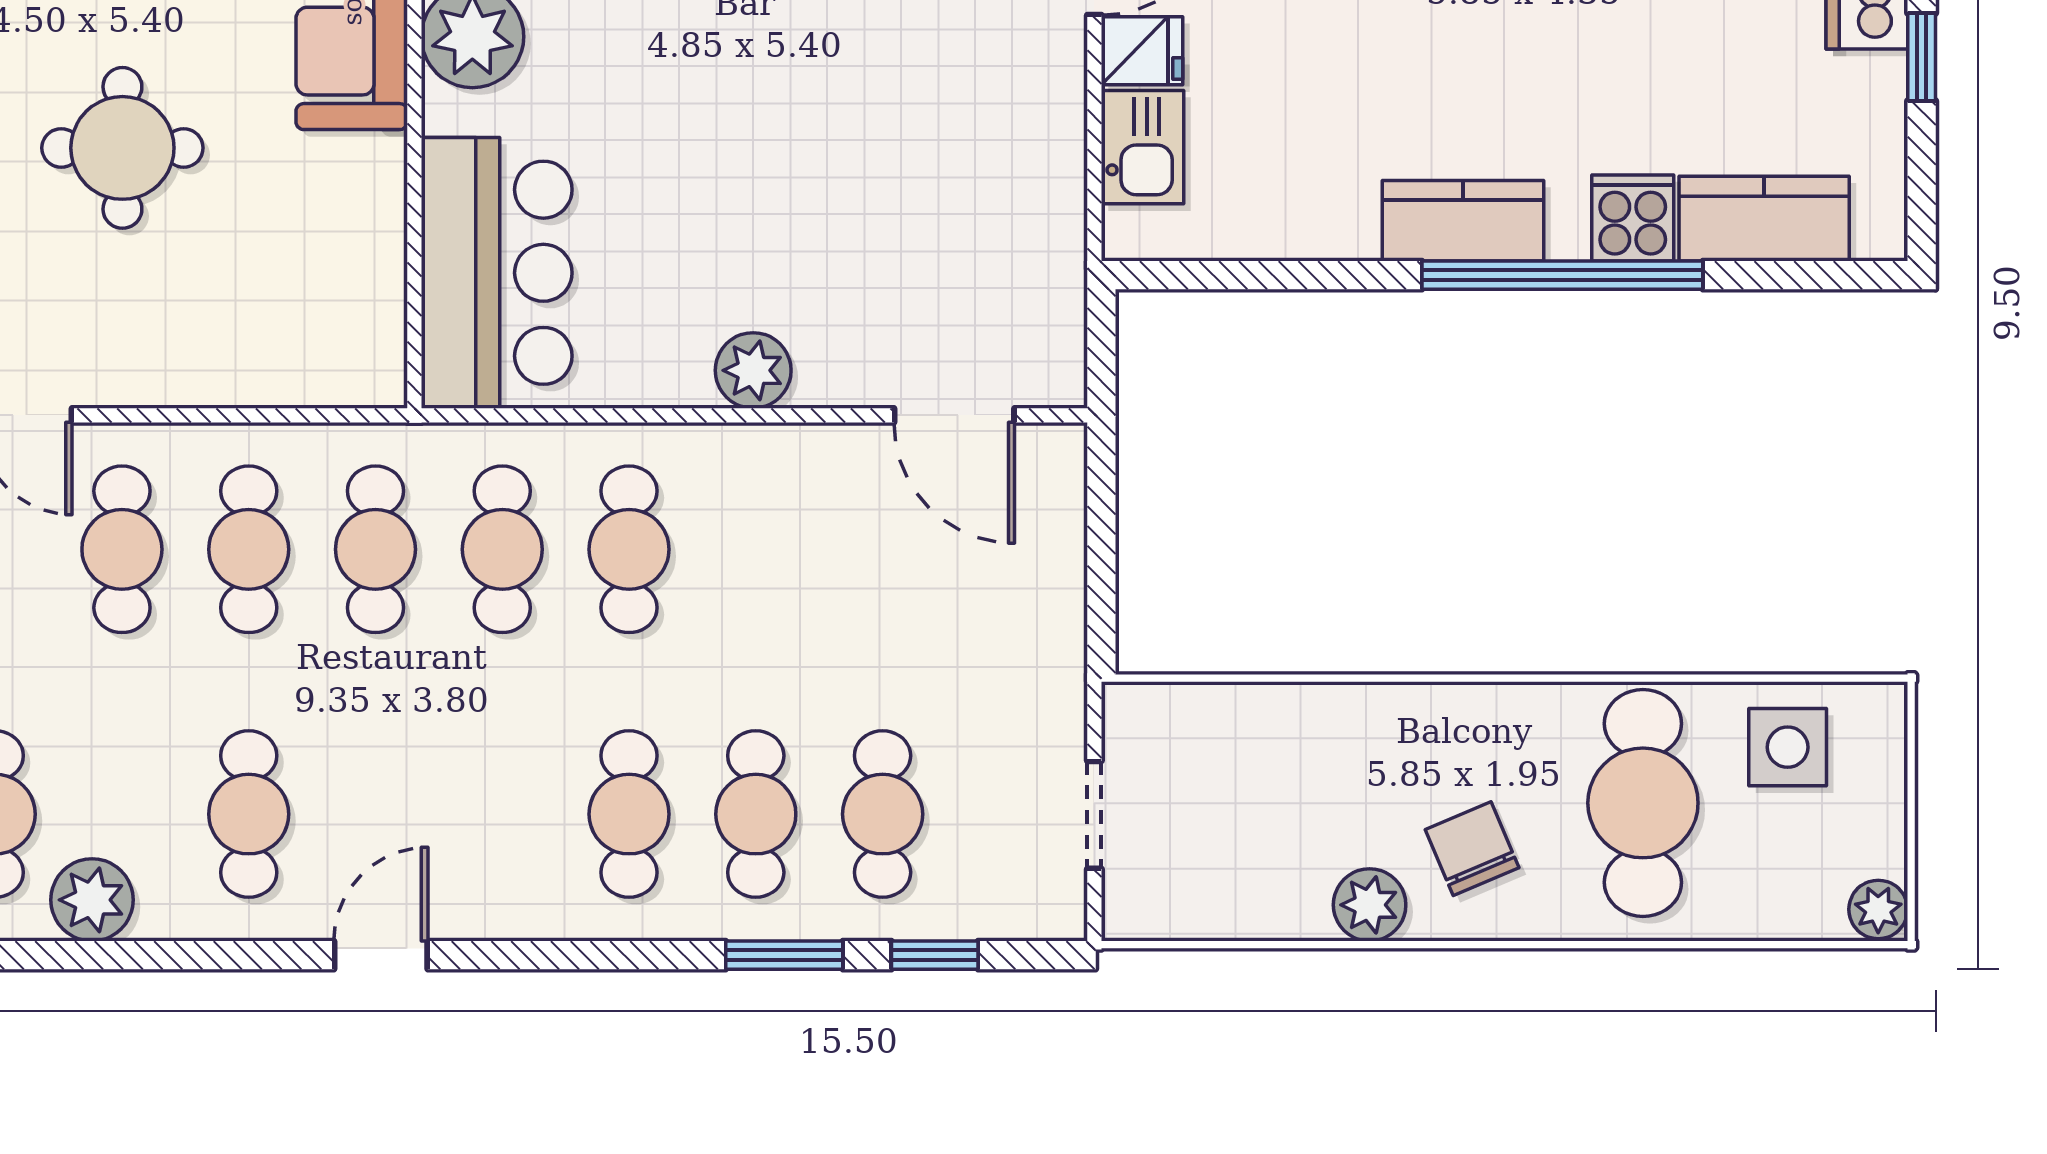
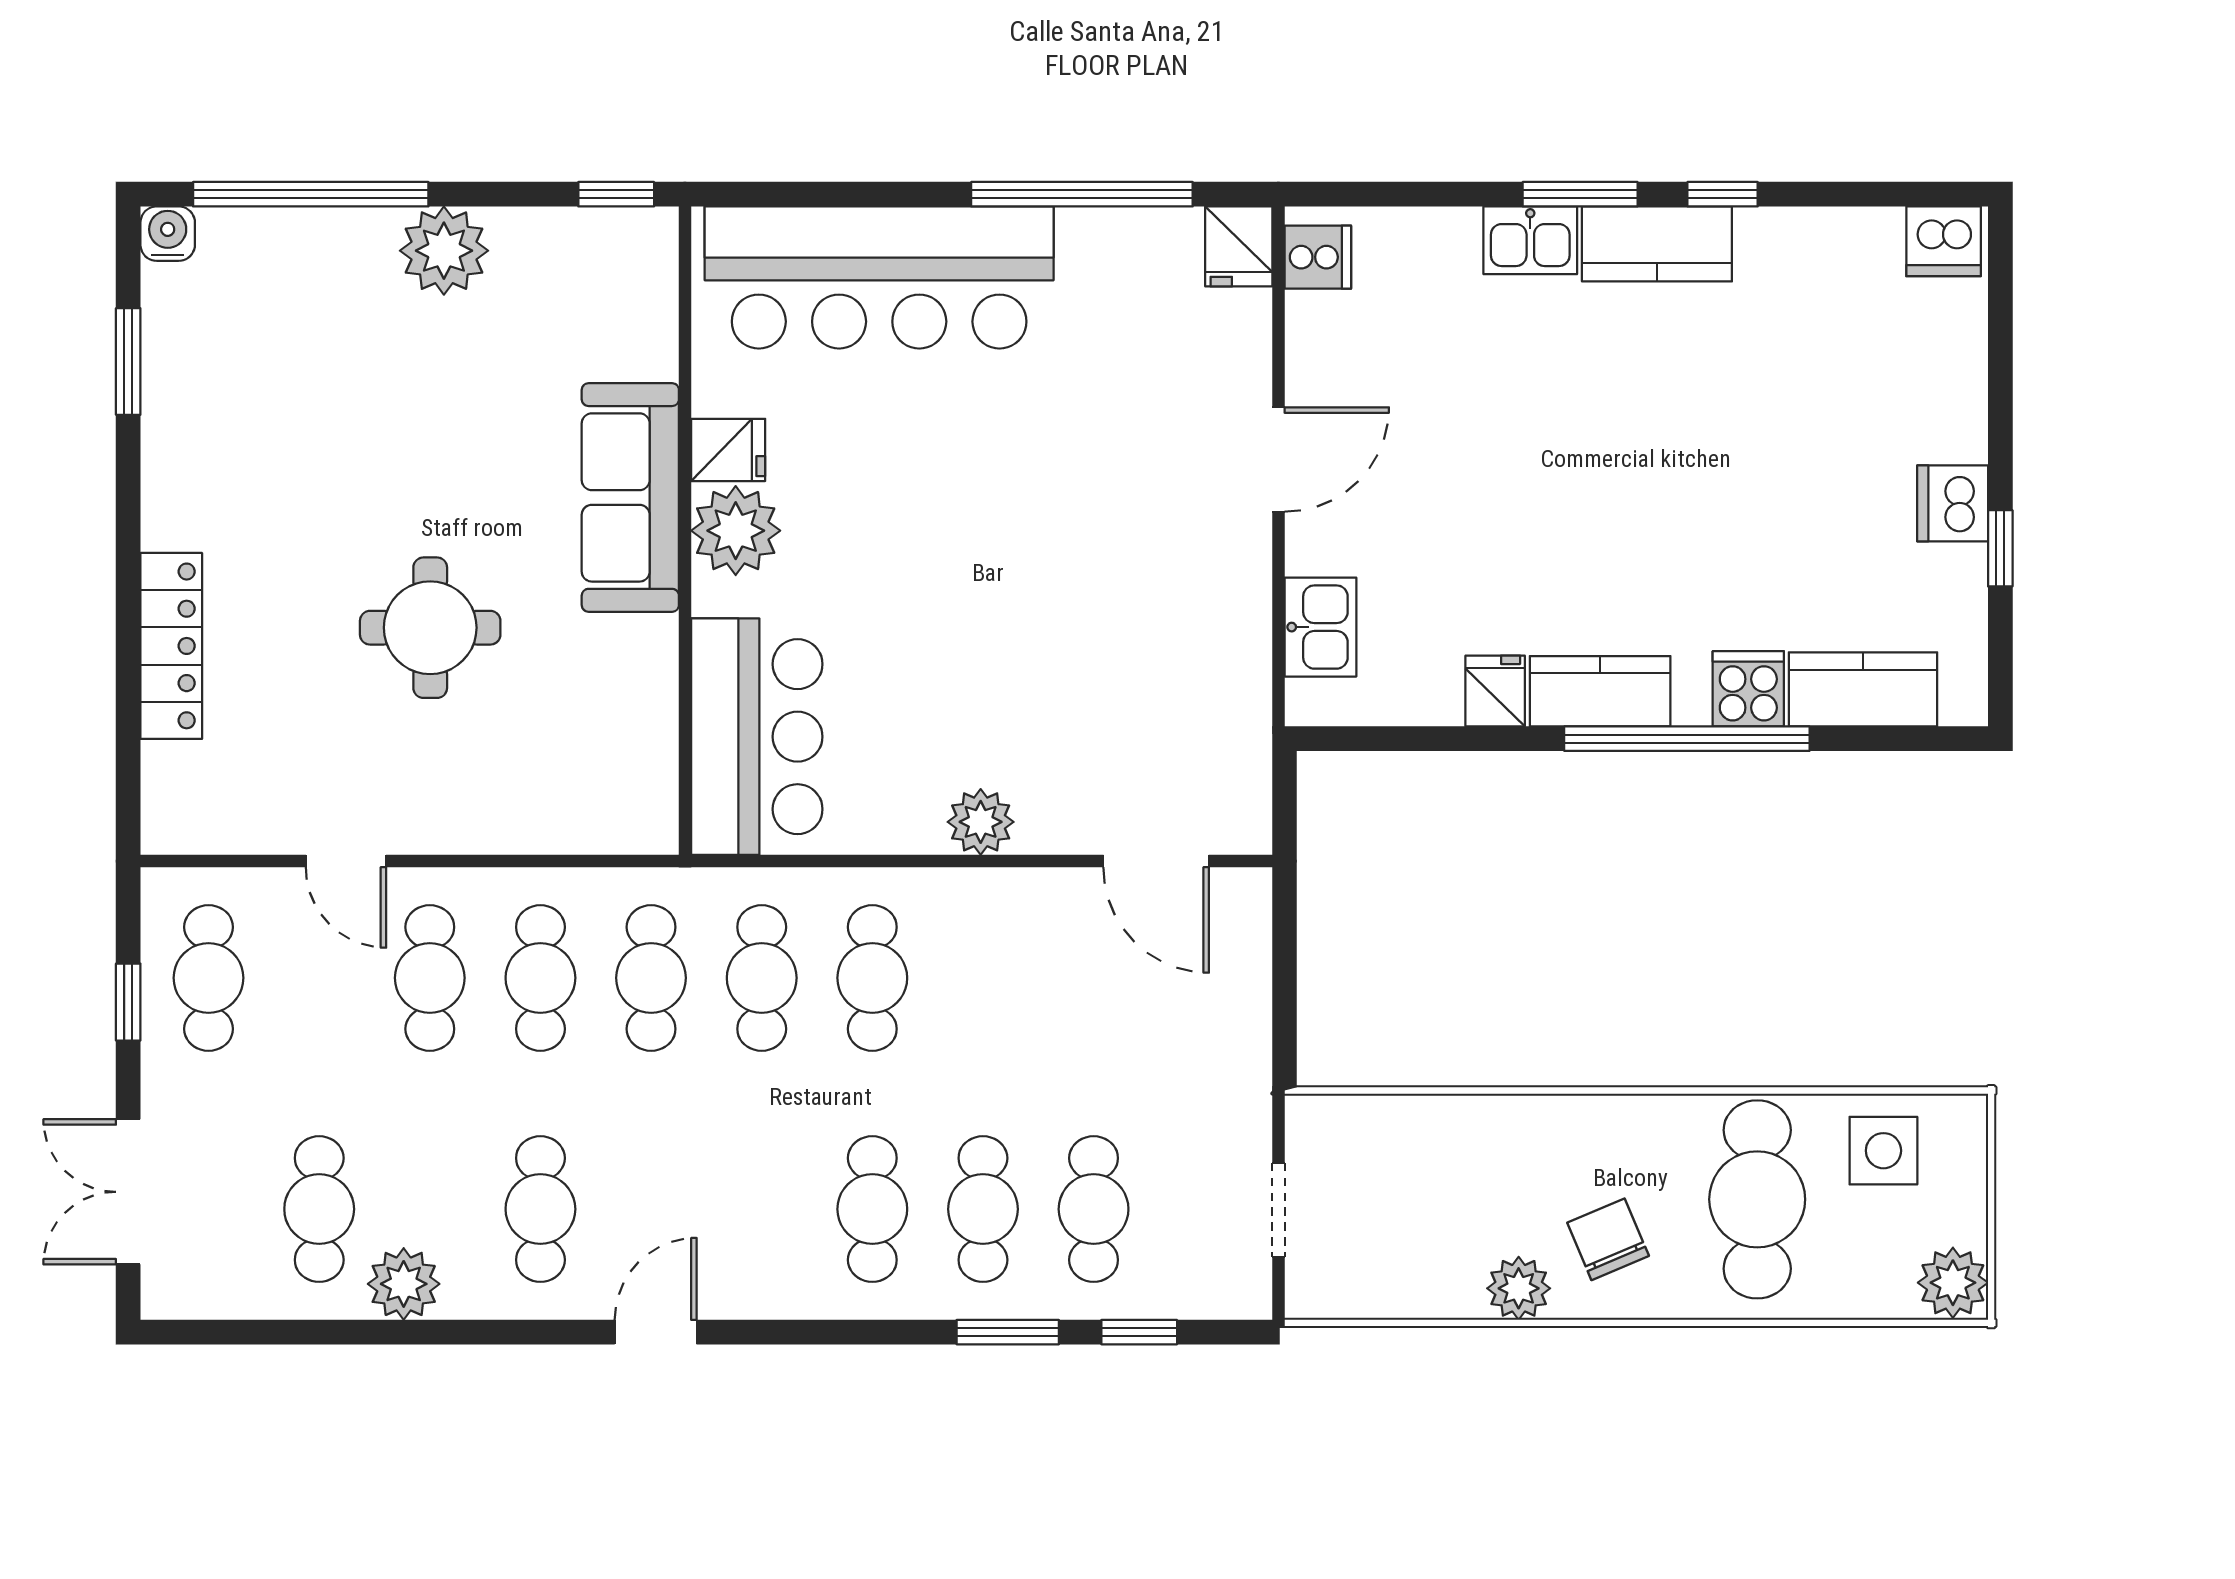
fridge: (1142, 51) -> (1495, 691), moved, turned -90
plant: (1878, 909) -> (1953, 1283), width x1.38, depth x1.38

